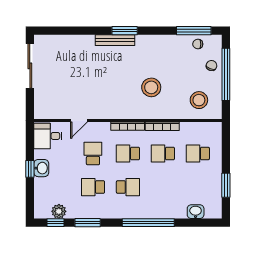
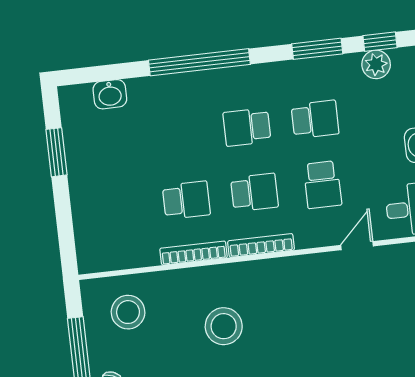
school desk: (198, 153) -> (118, 208), removed

